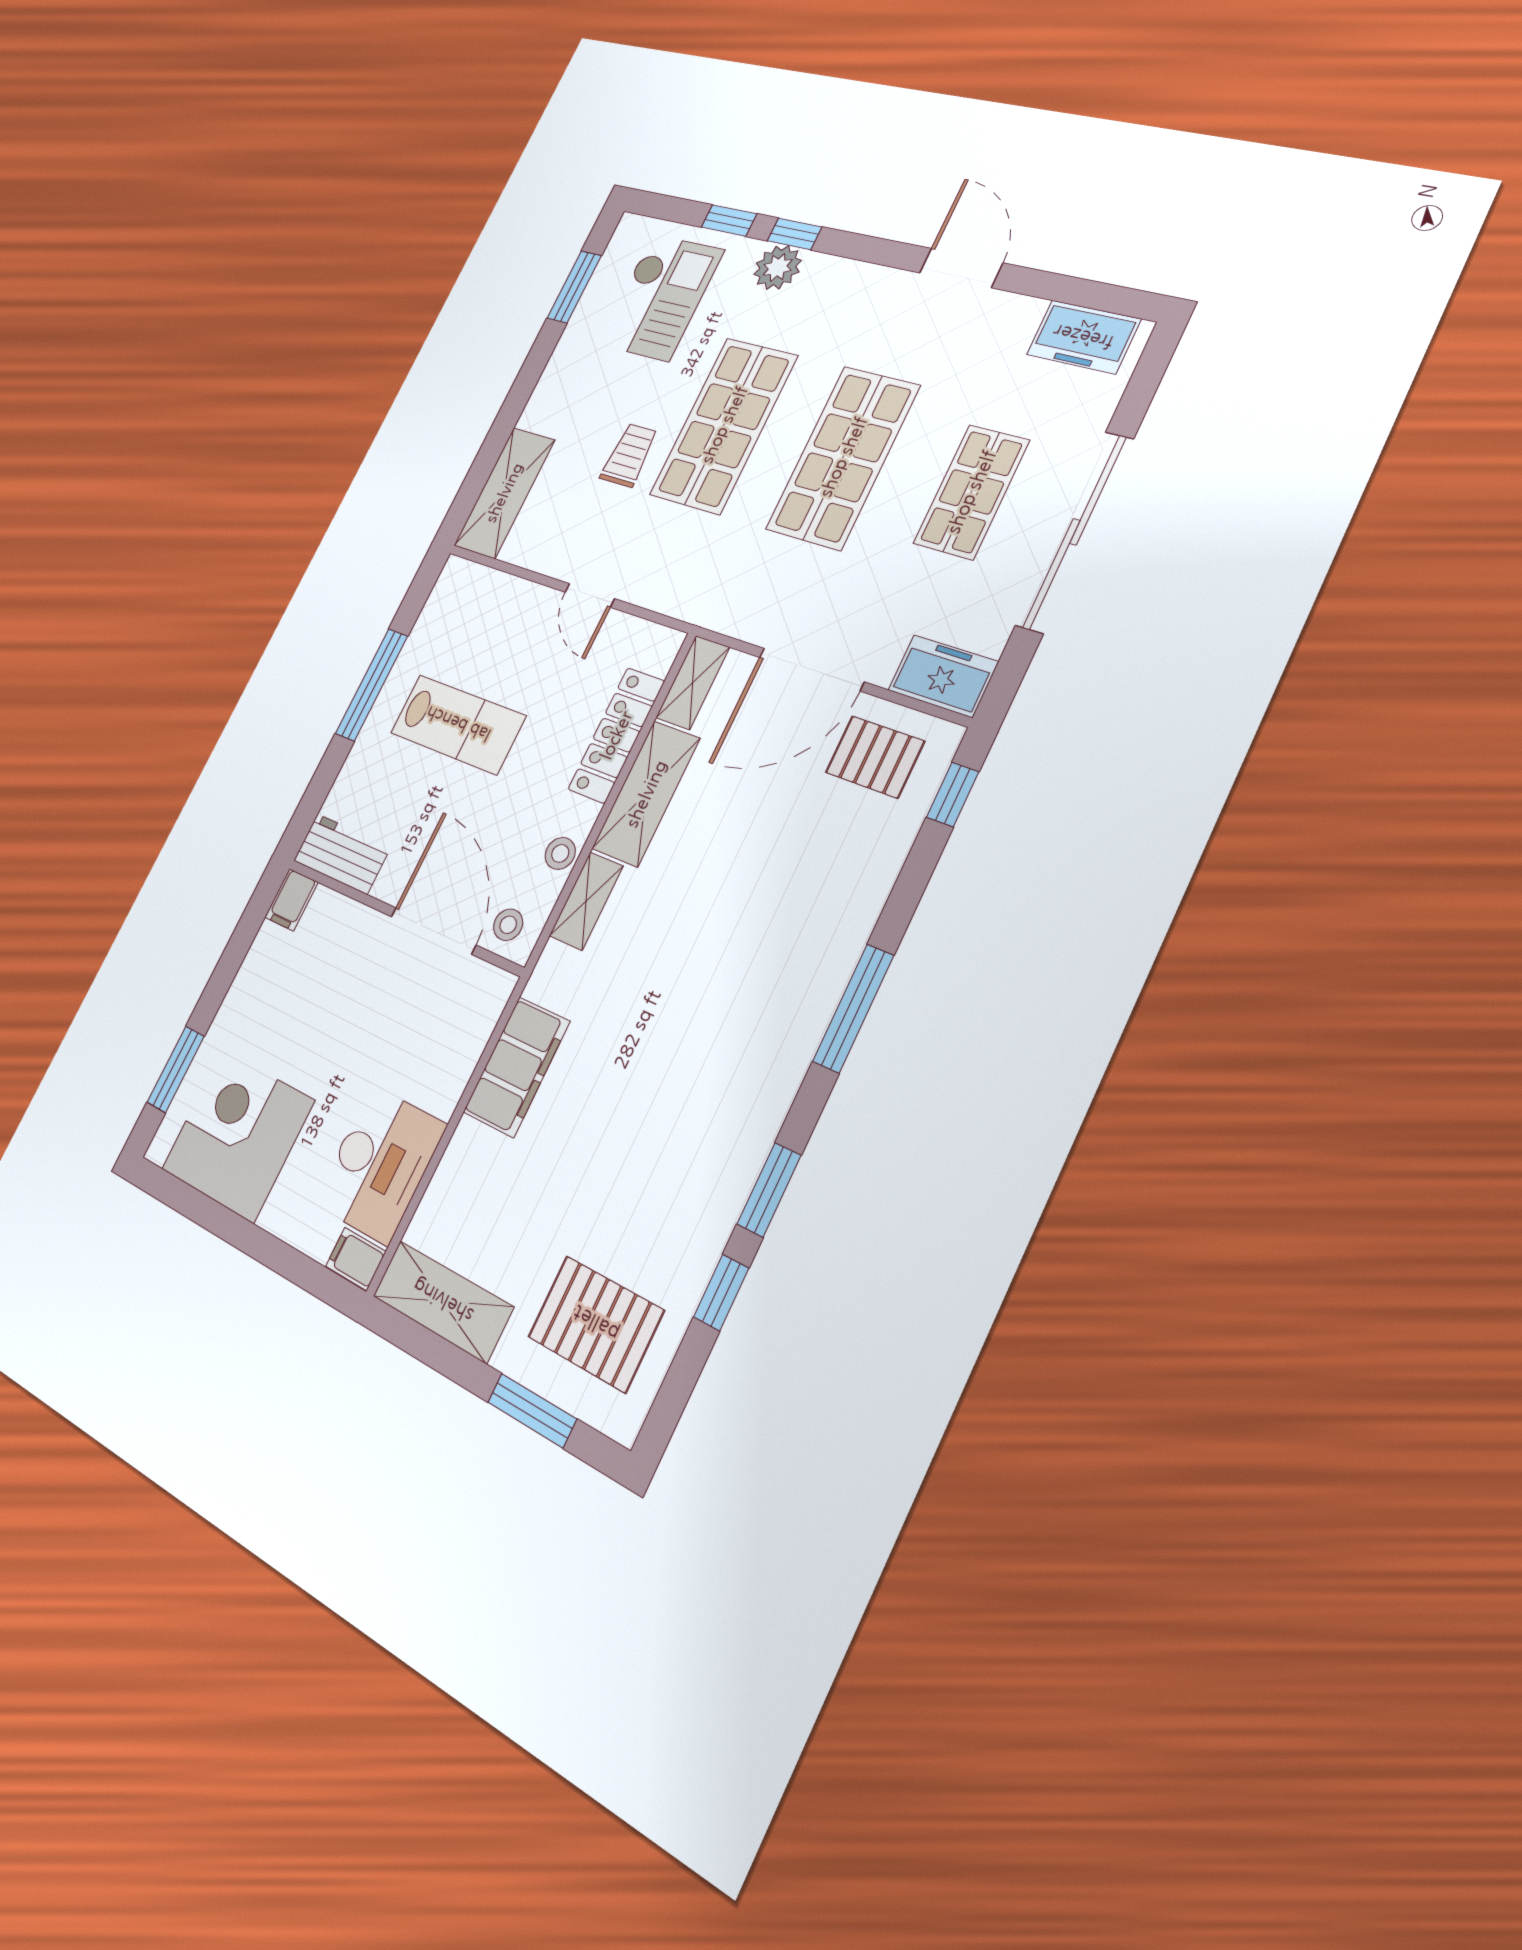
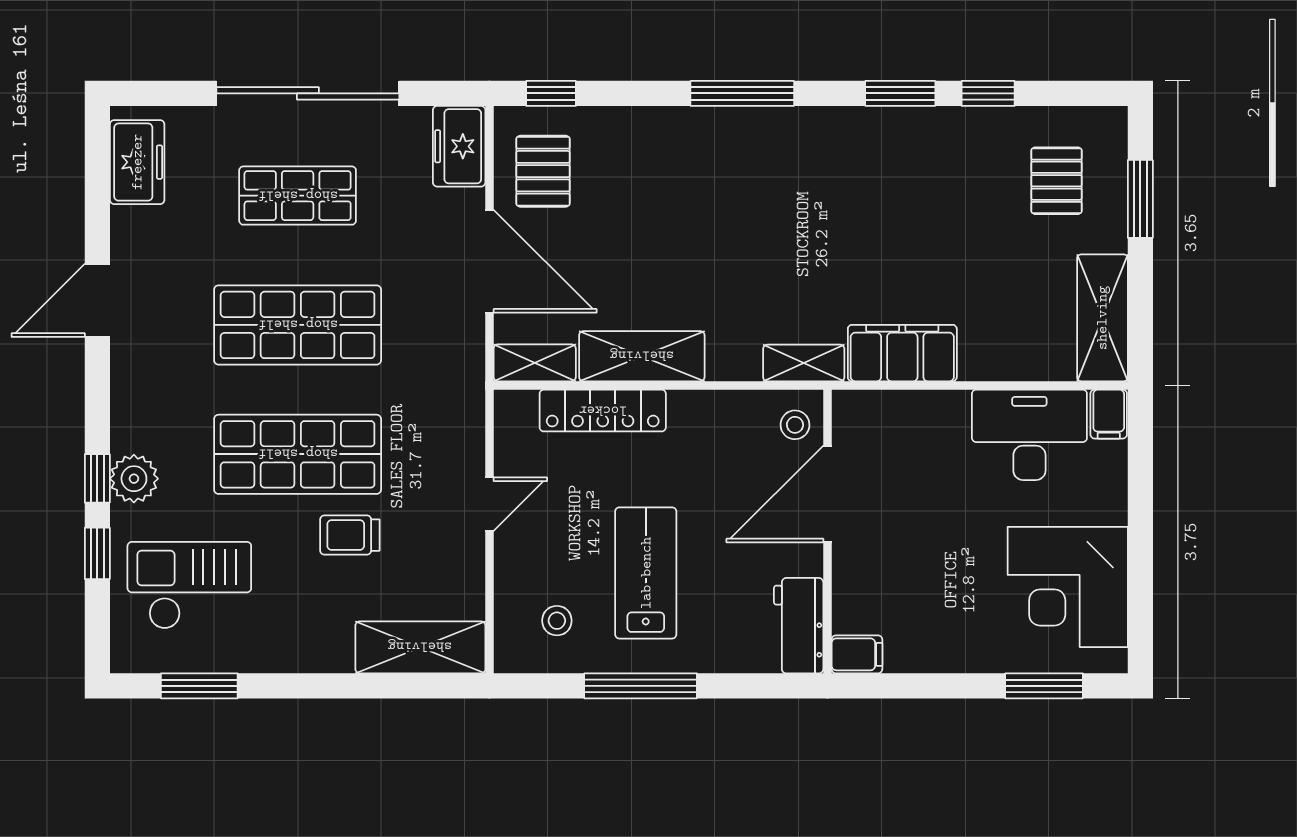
stool: (560, 853) -> (557, 621), moved
shelving: (586, 901) -> (804, 363), moved
pallet: (596, 1324) -> (1056, 181), width x0.67, depth x0.71

